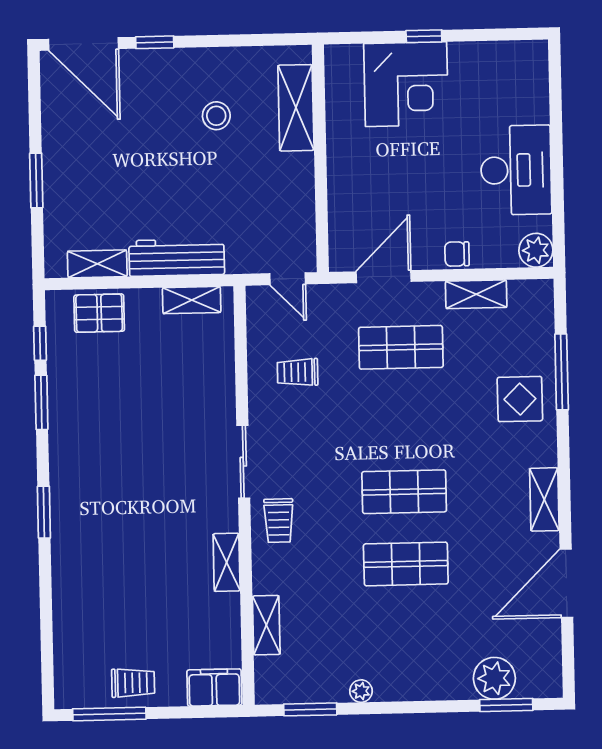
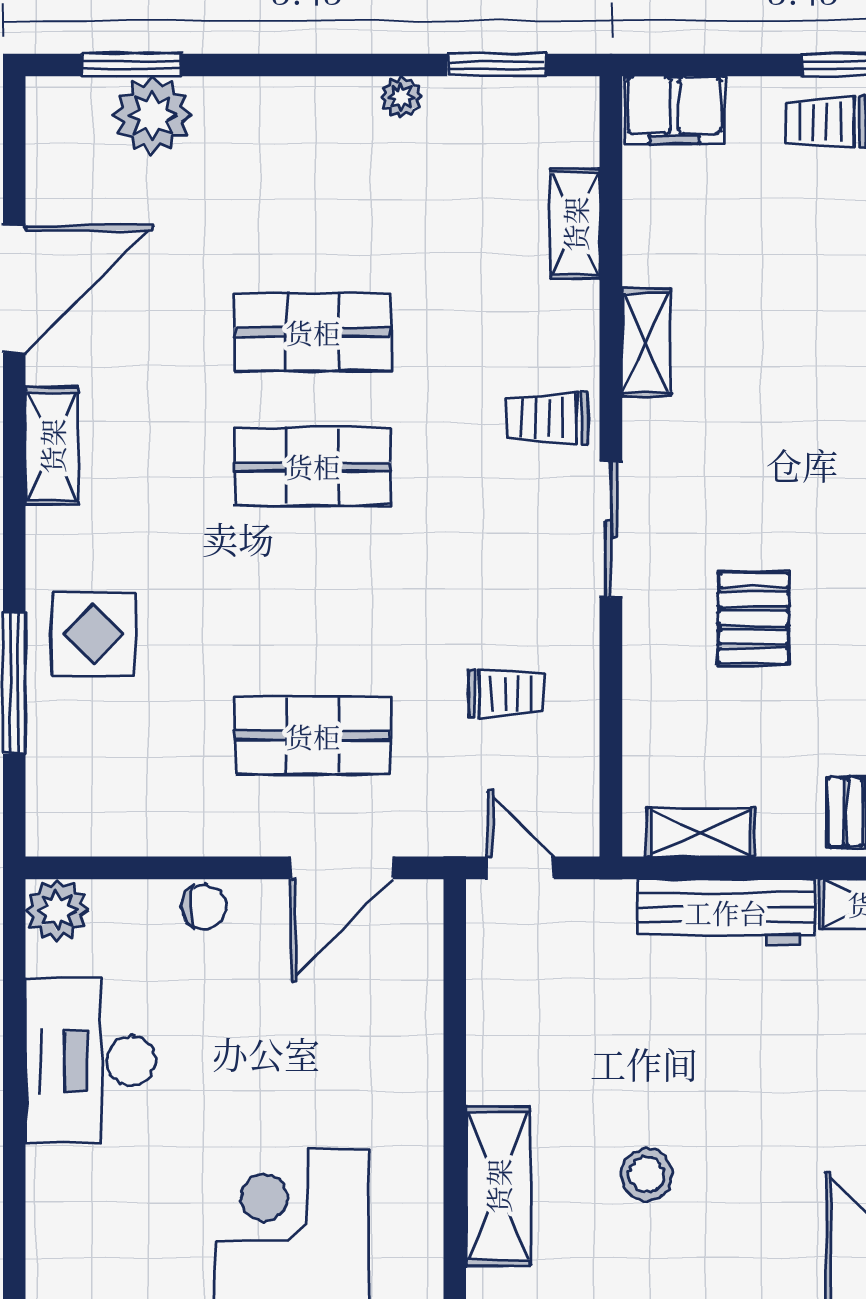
shelving: (476, 294) -> (170, 831), removed
pallet: (166, 416) -> (753, 618), added
trolley: (279, 521) -> (548, 418), turned -90

